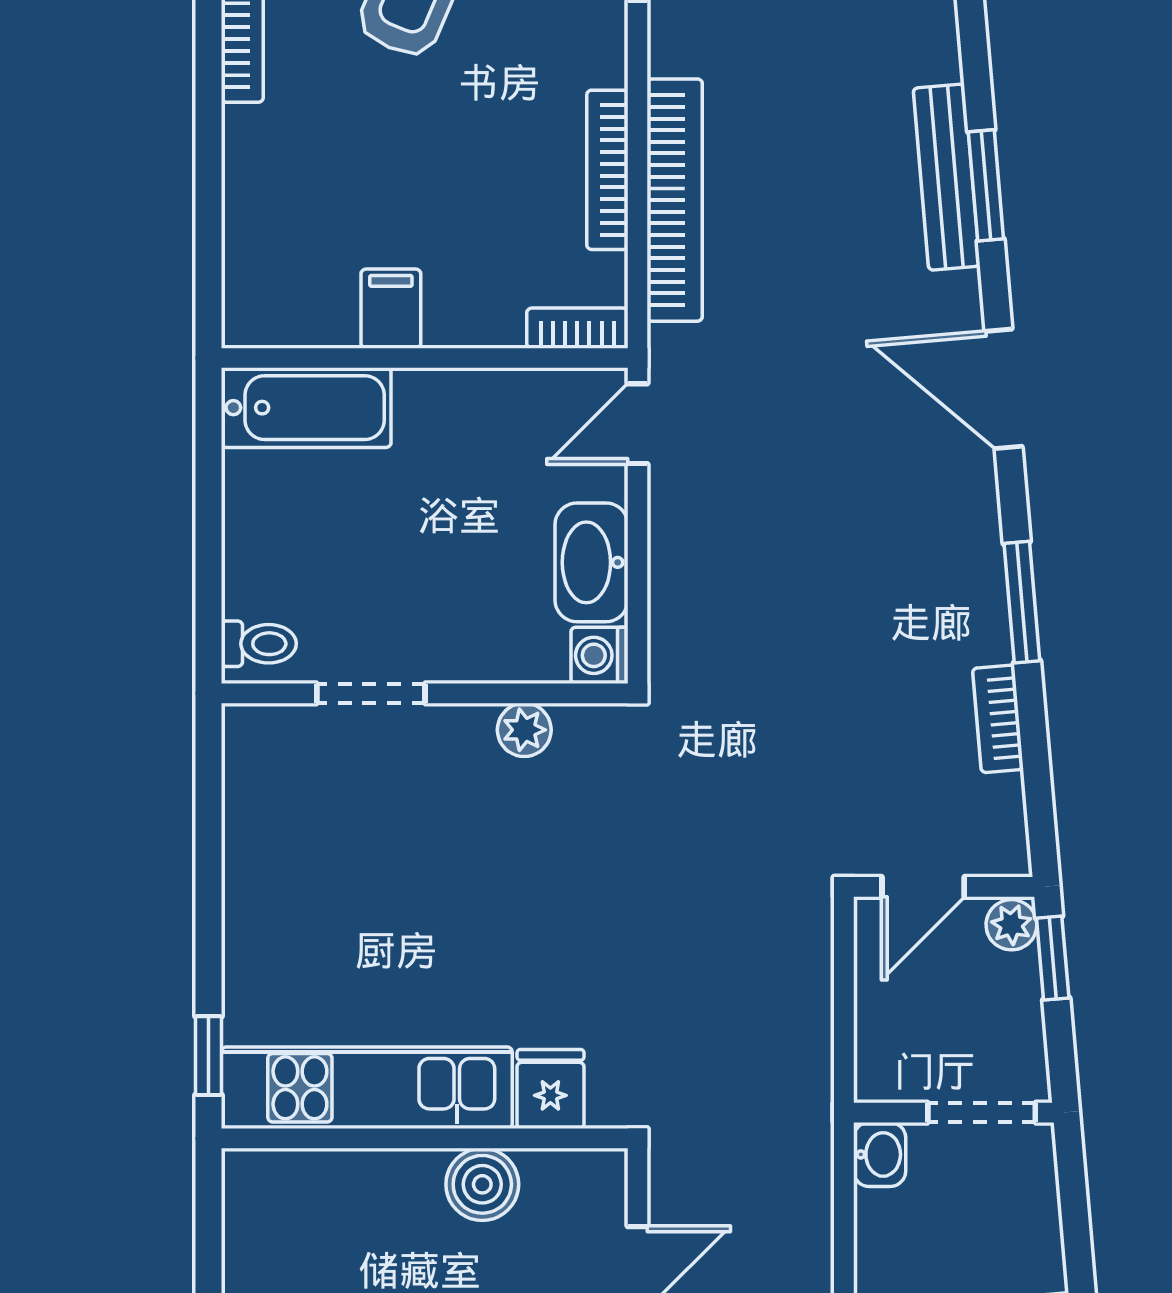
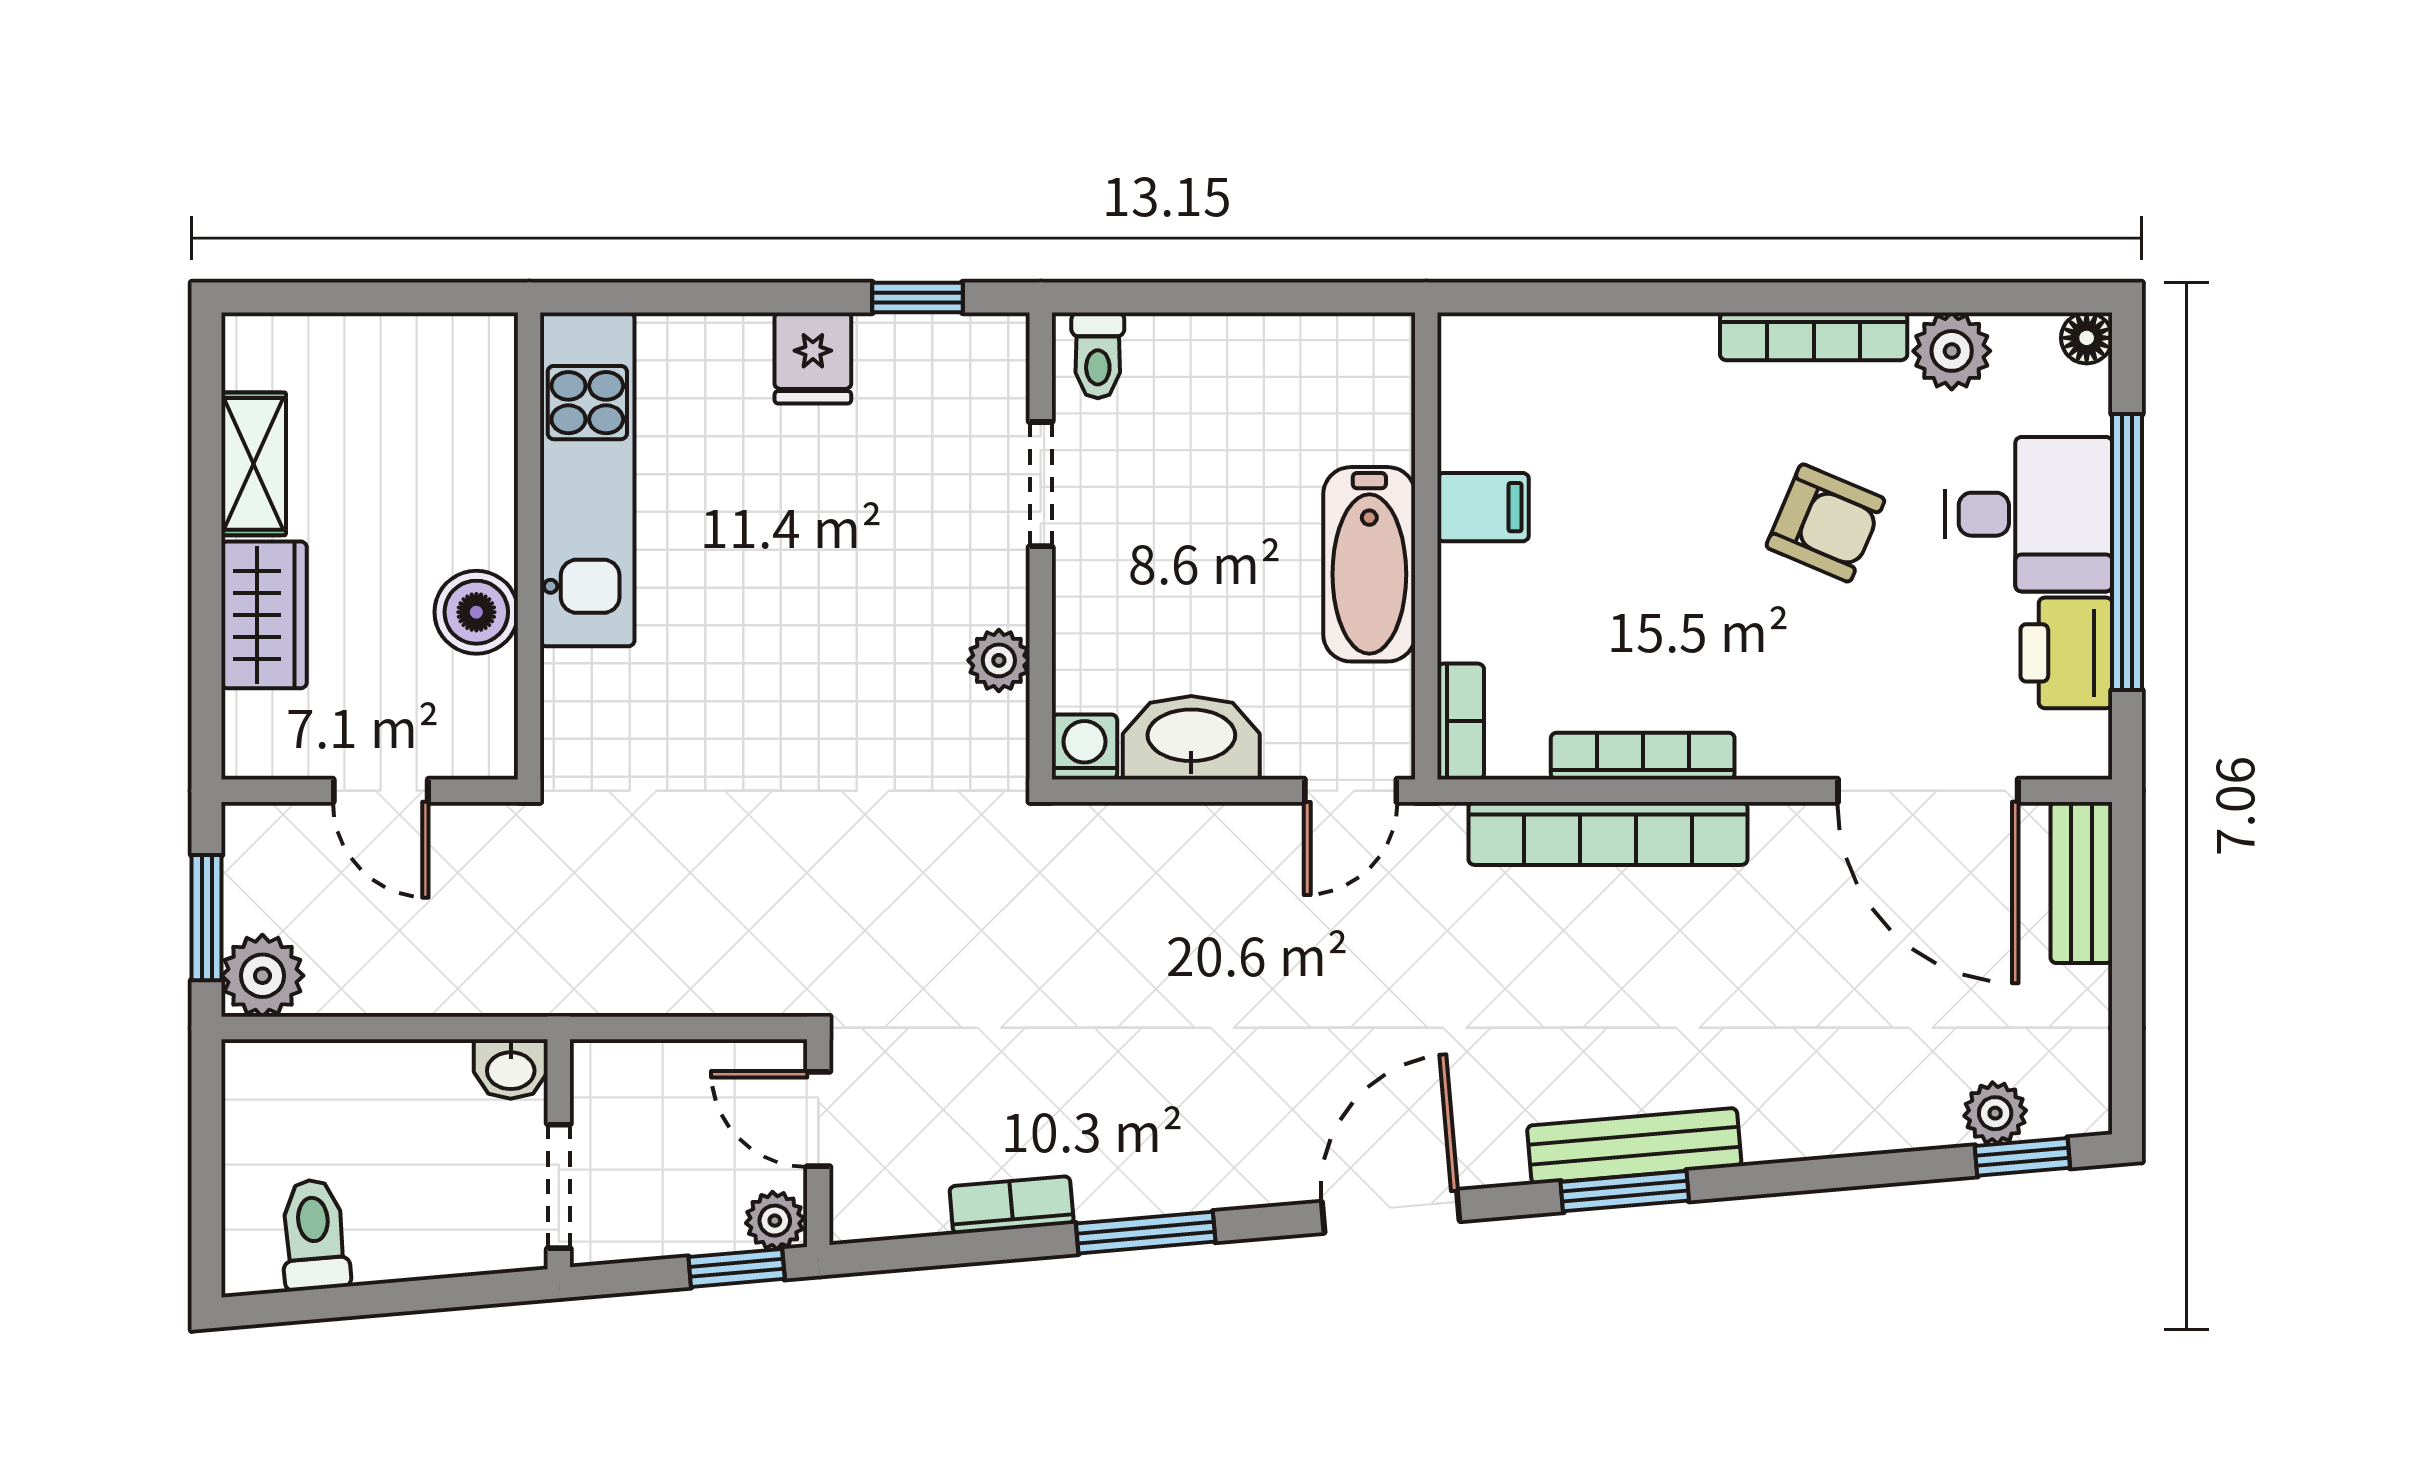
bathtub: (306, 408) -> (1369, 564), moved
door: (637, 424) -> (1351, 791), swing flipped
window: (209, 1056) -> (917, 298), moved
fridge: (550, 1089) -> (813, 358), moved, turned 90

